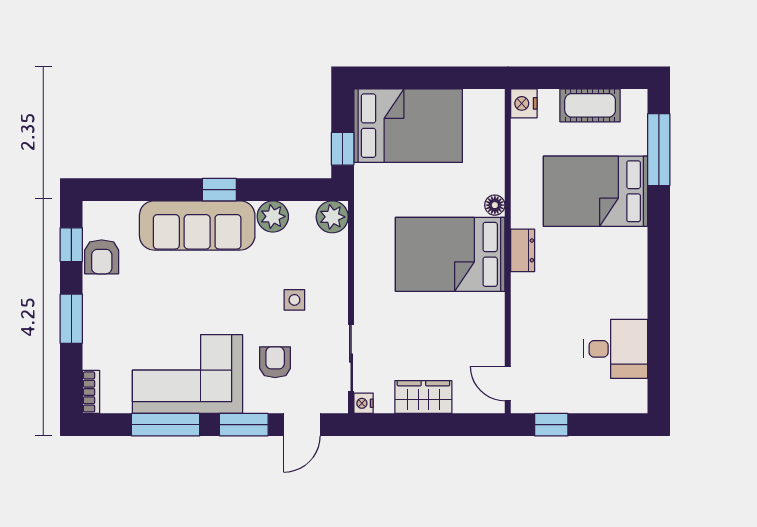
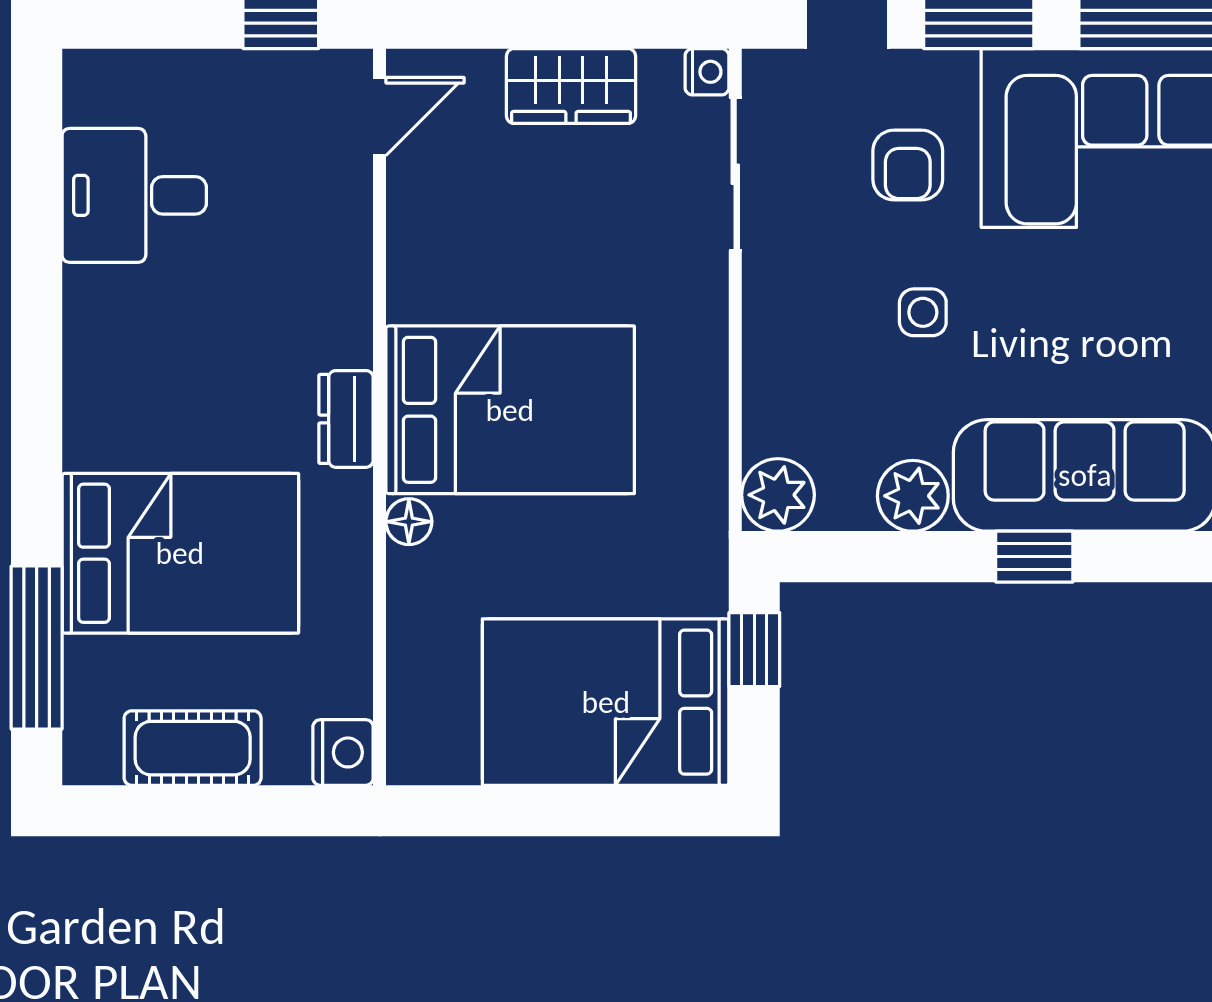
side table: (294, 300) -> (923, 312), moved
door: (508, 384) -> (380, 116), hinge flipped

